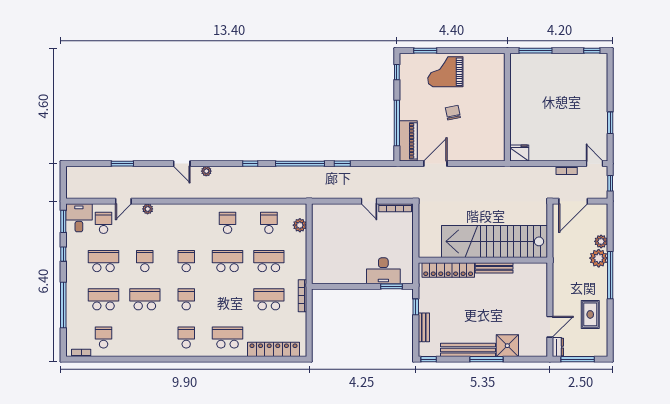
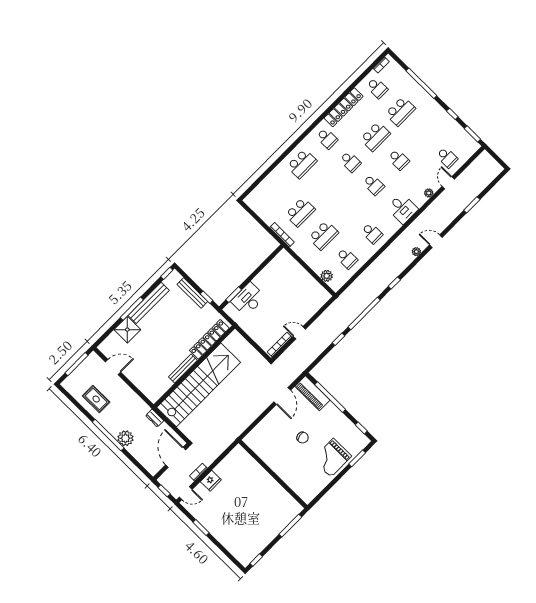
grand piano: (445, 72) -> (332, 458), turned 180
fridge: (519, 153) -> (211, 481), moved
desk: (79, 218) -> (402, 209), moved
plant: (601, 241) -> (134, 450), removed
school desk: (104, 261) -> (424, 134), removed
school desk: (228, 261) -> (349, 210), removed
bench: (424, 327) -> (192, 293), width x1.36
door: (550, 327) -> (113, 367), swing flipped
dresser: (558, 347) -> (155, 418), moved
locker: (273, 349) -> (344, 107), moved

